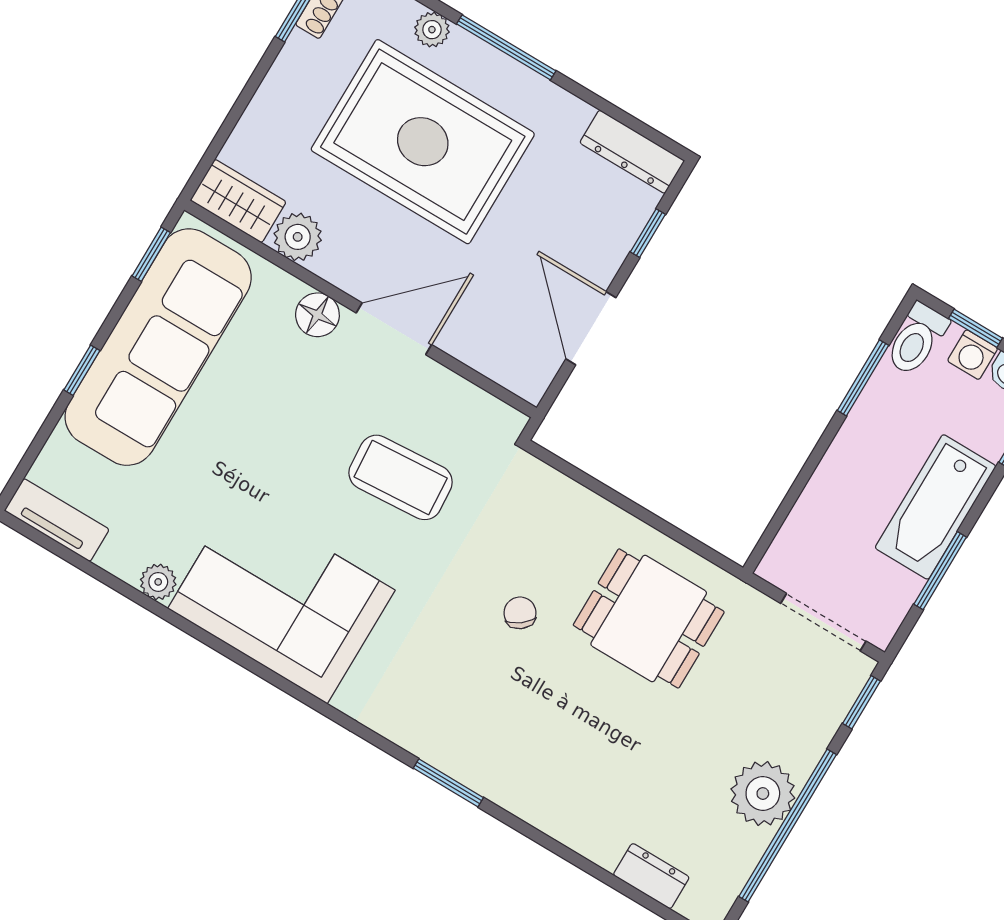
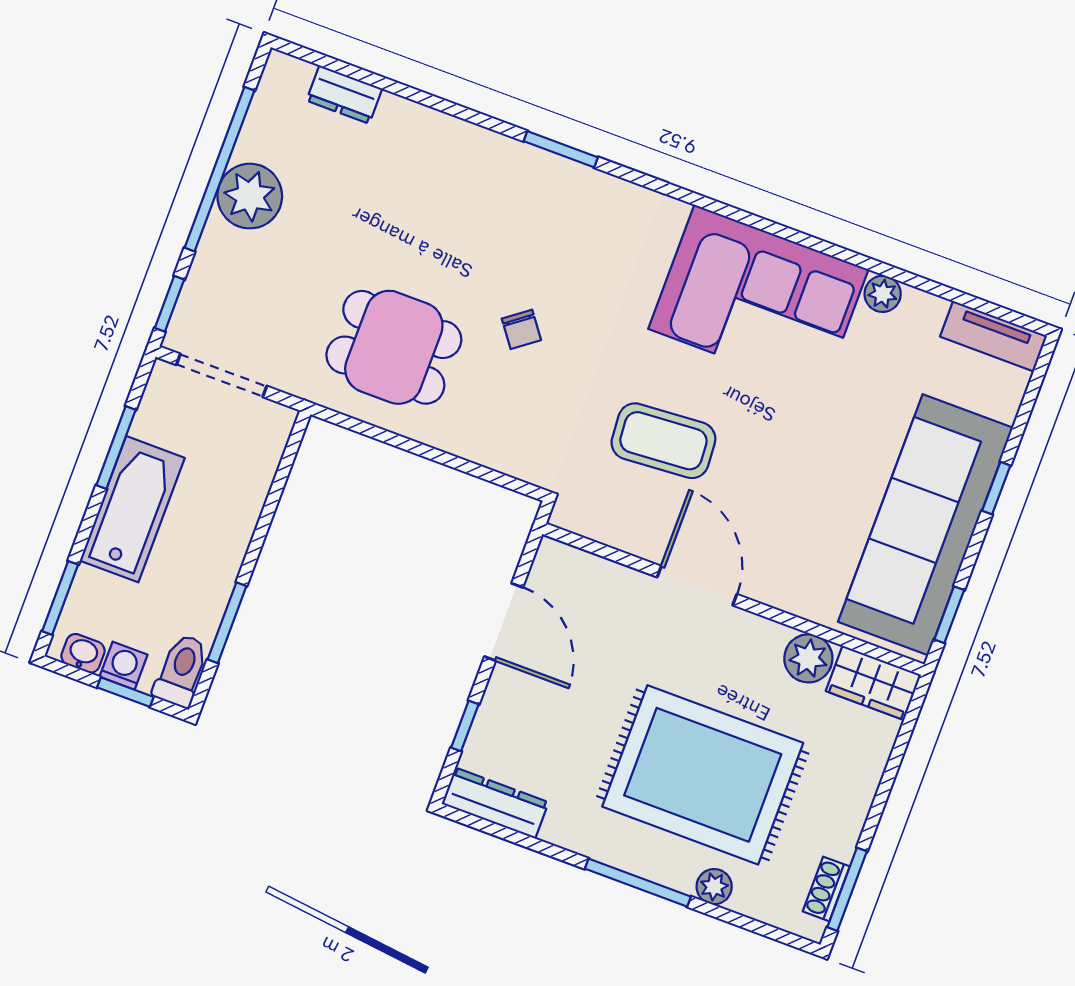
floor lamp: (317, 315) -> (775, 585), removed
door: (394, 329) -> (697, 586), swing flipped

